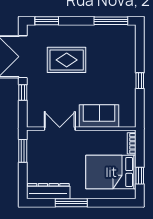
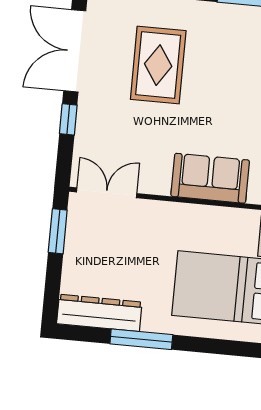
rug: (67, 60) -> (158, 65), turned 90
double door: (60, 129) -> (107, 193), moved

